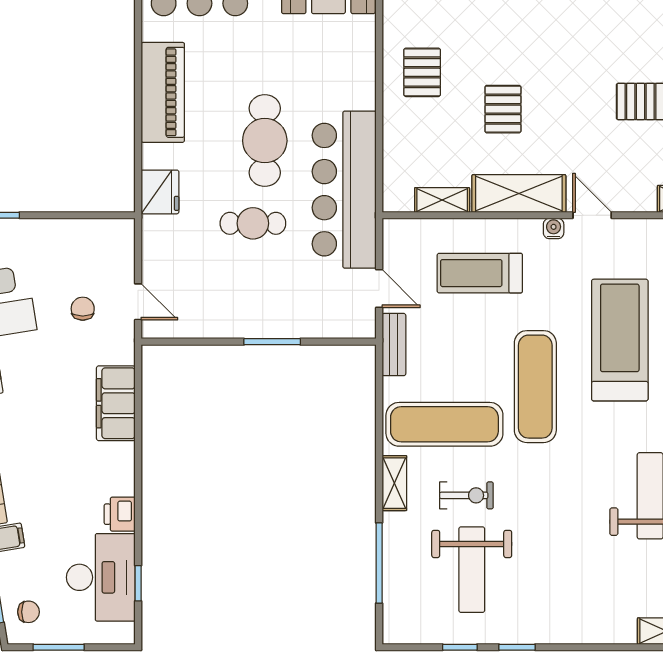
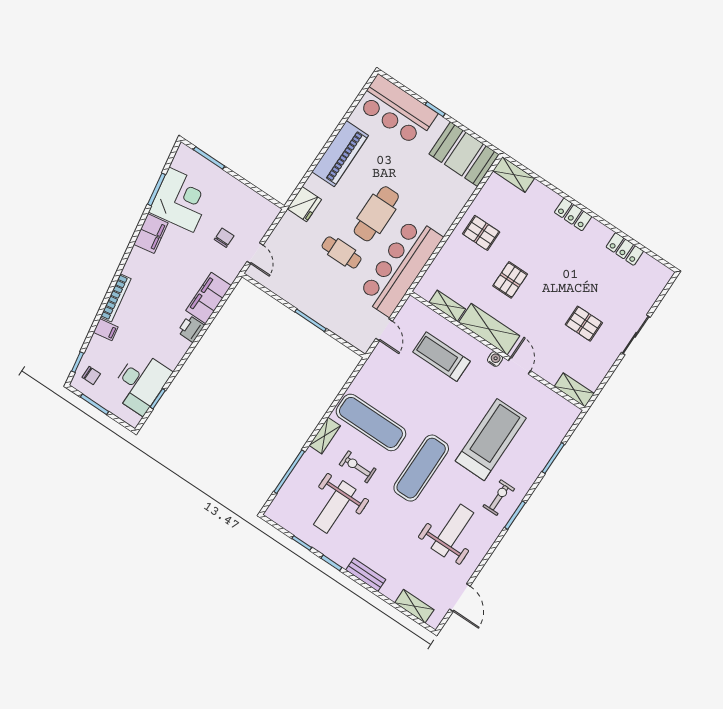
pallet: (422, 72) -> (481, 233), turned 90
bench: (394, 345) -> (366, 575), moved, turned 90
exercise mat: (535, 387) -> (421, 468), moved
exercise bike: (466, 495) -> (358, 467), turned 180
printer: (120, 514) -> (191, 329), moved

